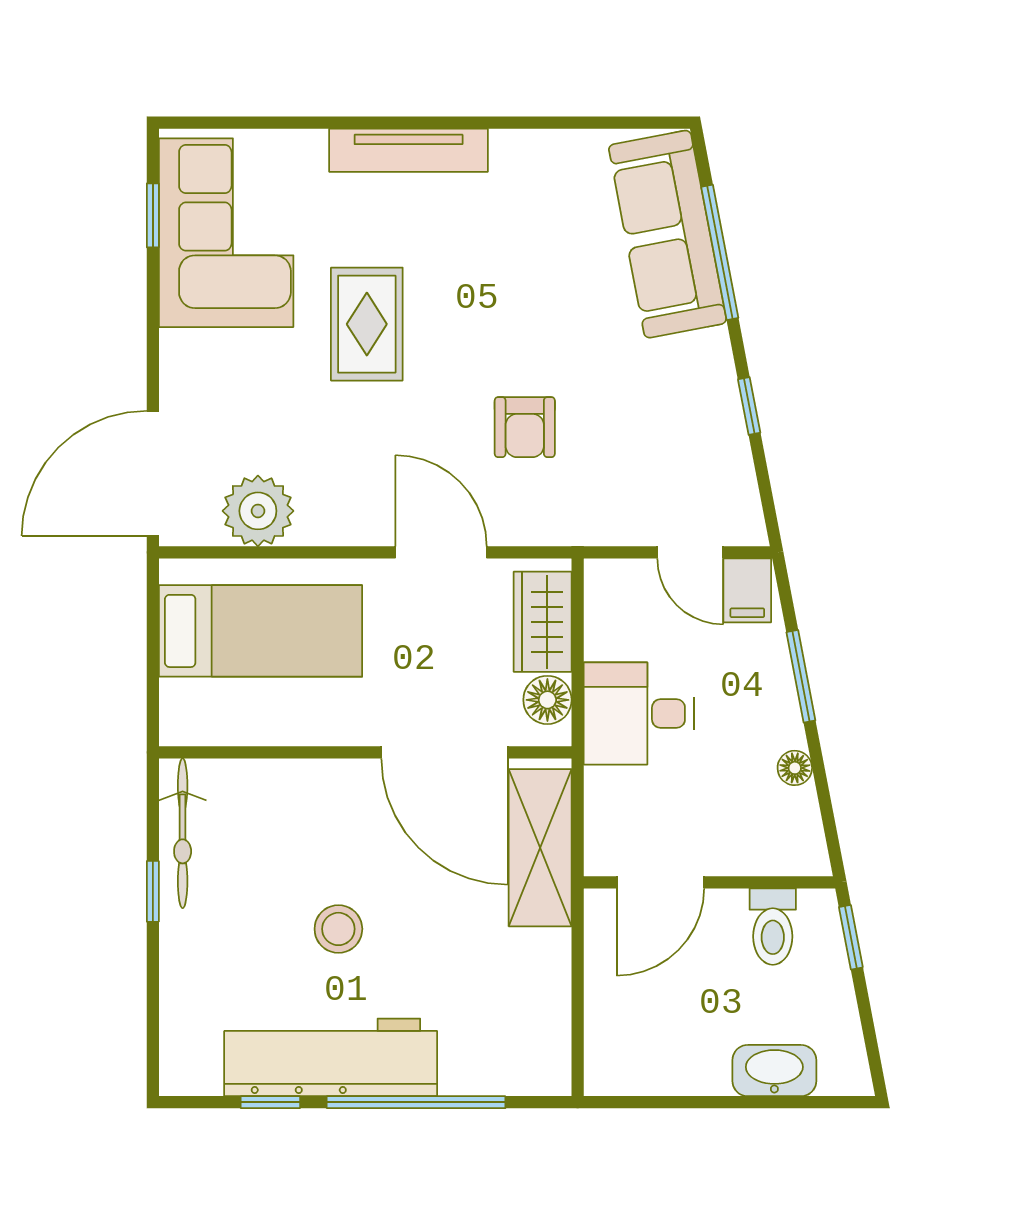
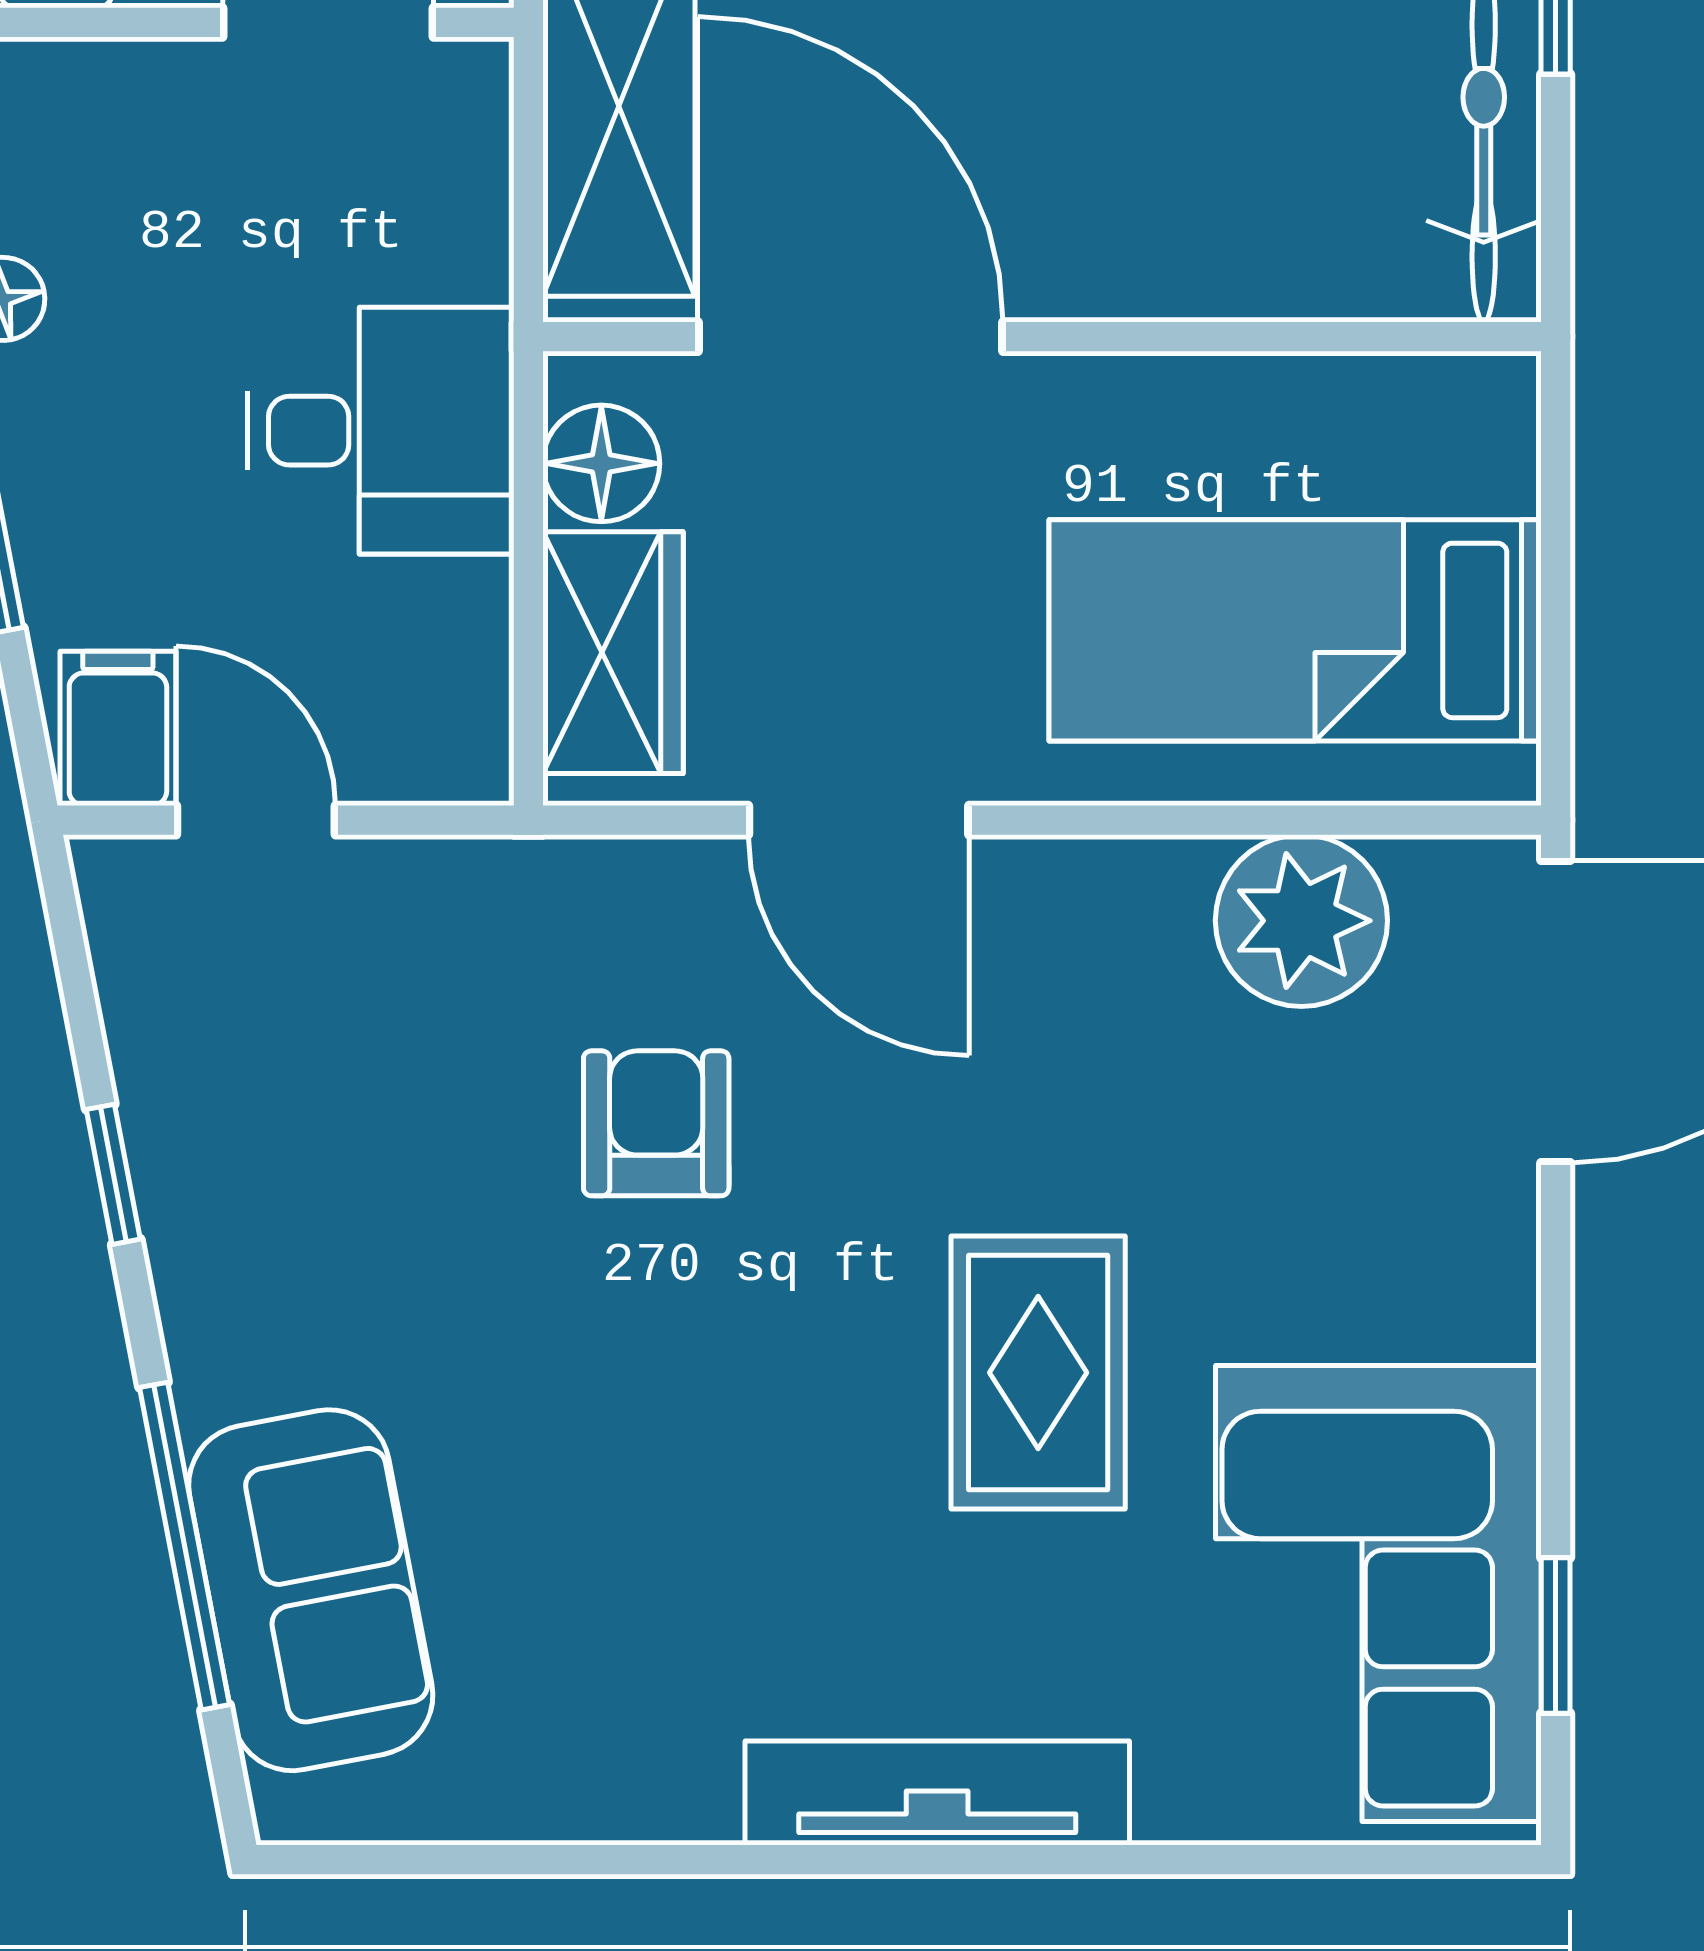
sofa: (668, 234) -> (311, 1590), width x0.73

